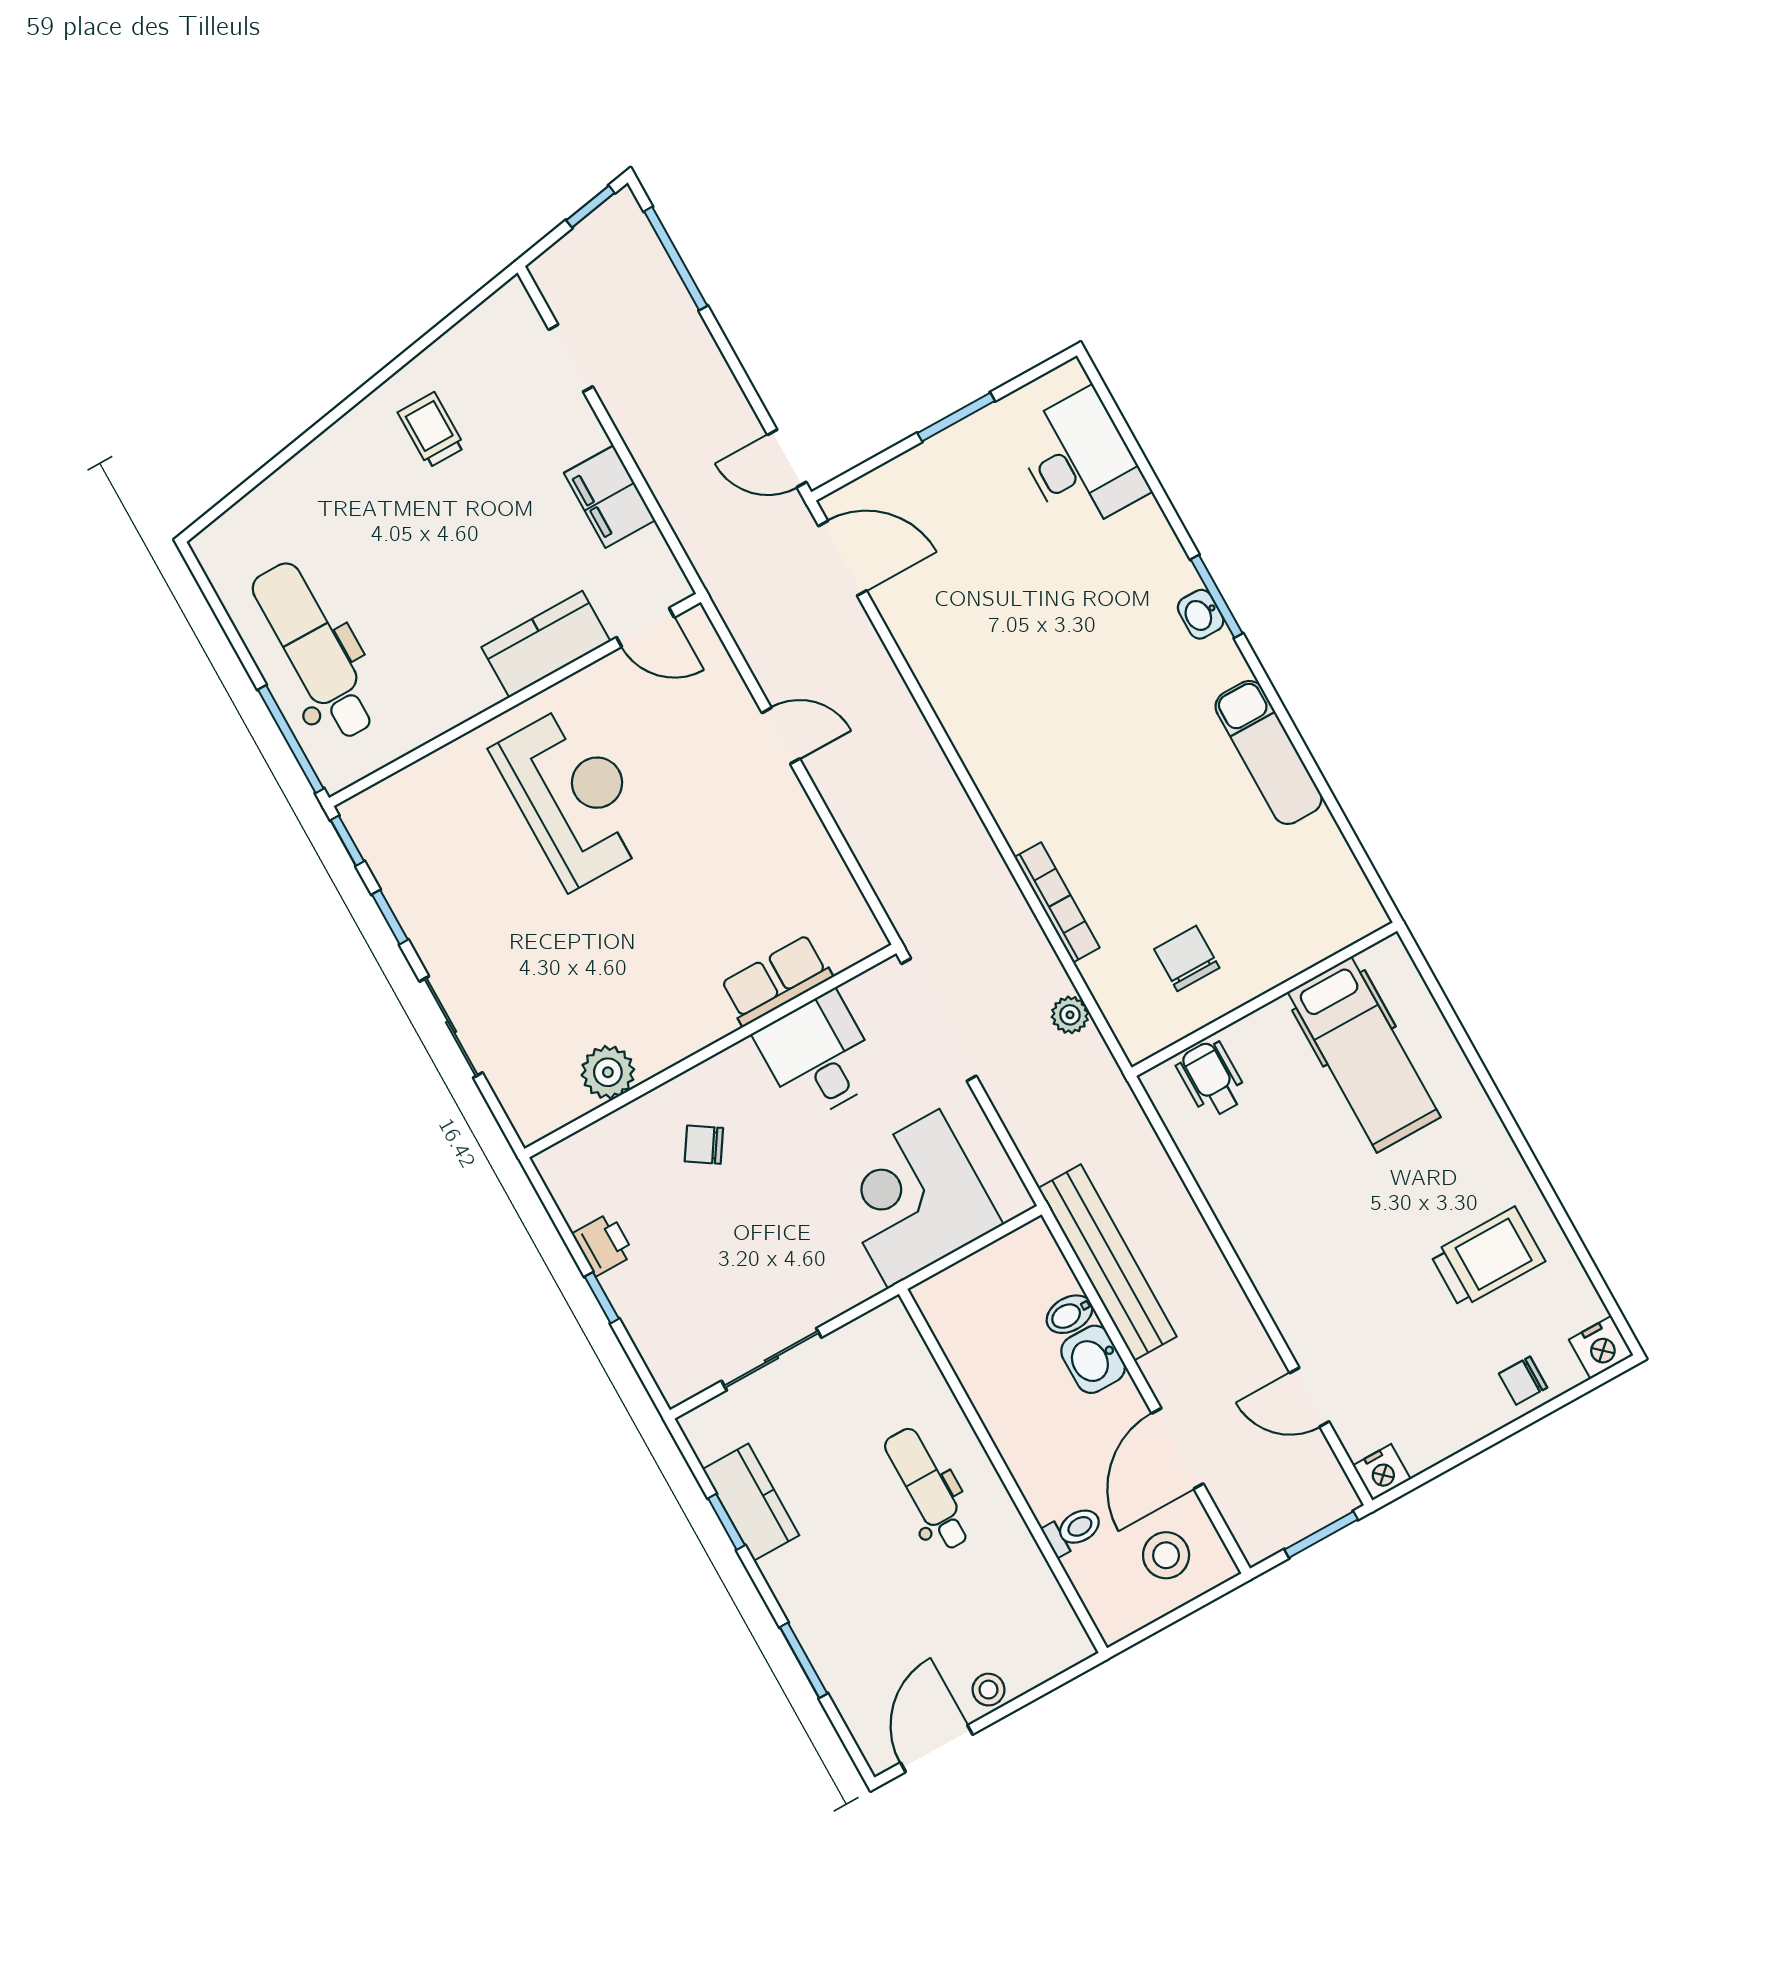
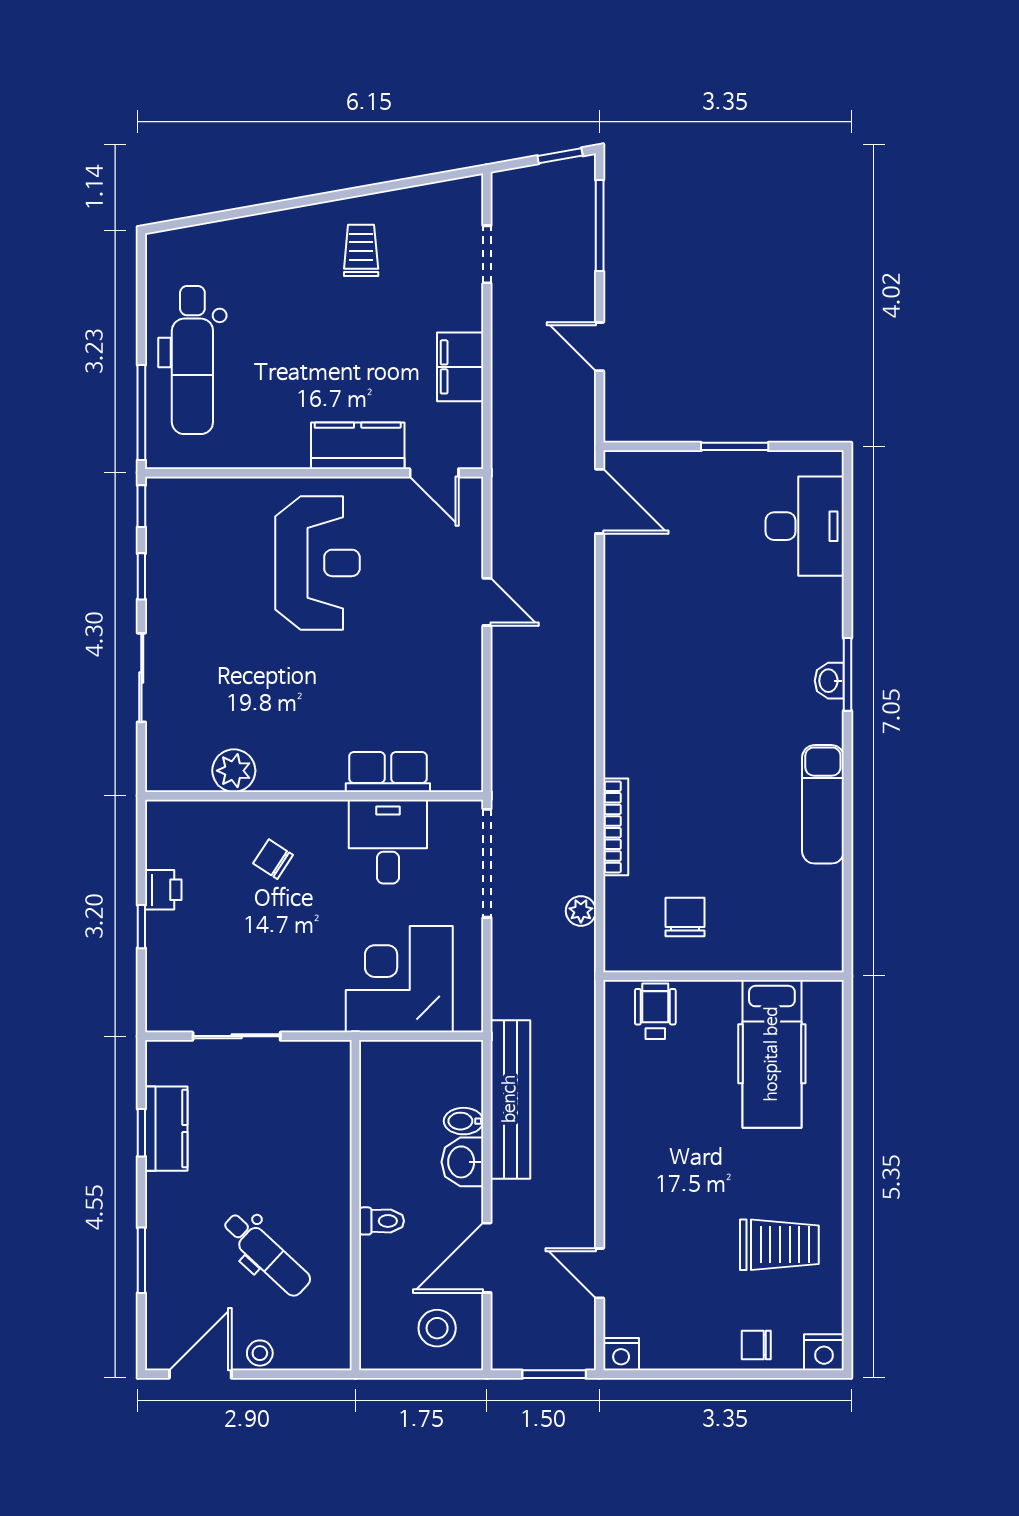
door: (787, 458) -> (600, 347), moved
dental chair: (314, 651) -> (192, 360), turned 180
dental chair: (928, 1489) -> (266, 1254), moved, turned 133
toilet: (1073, 1530) -> (382, 1221), moved

